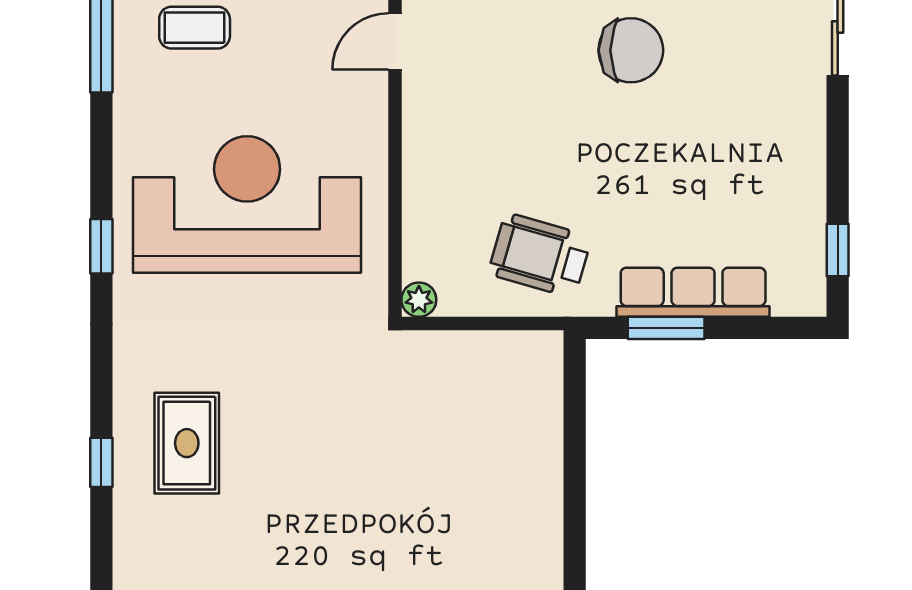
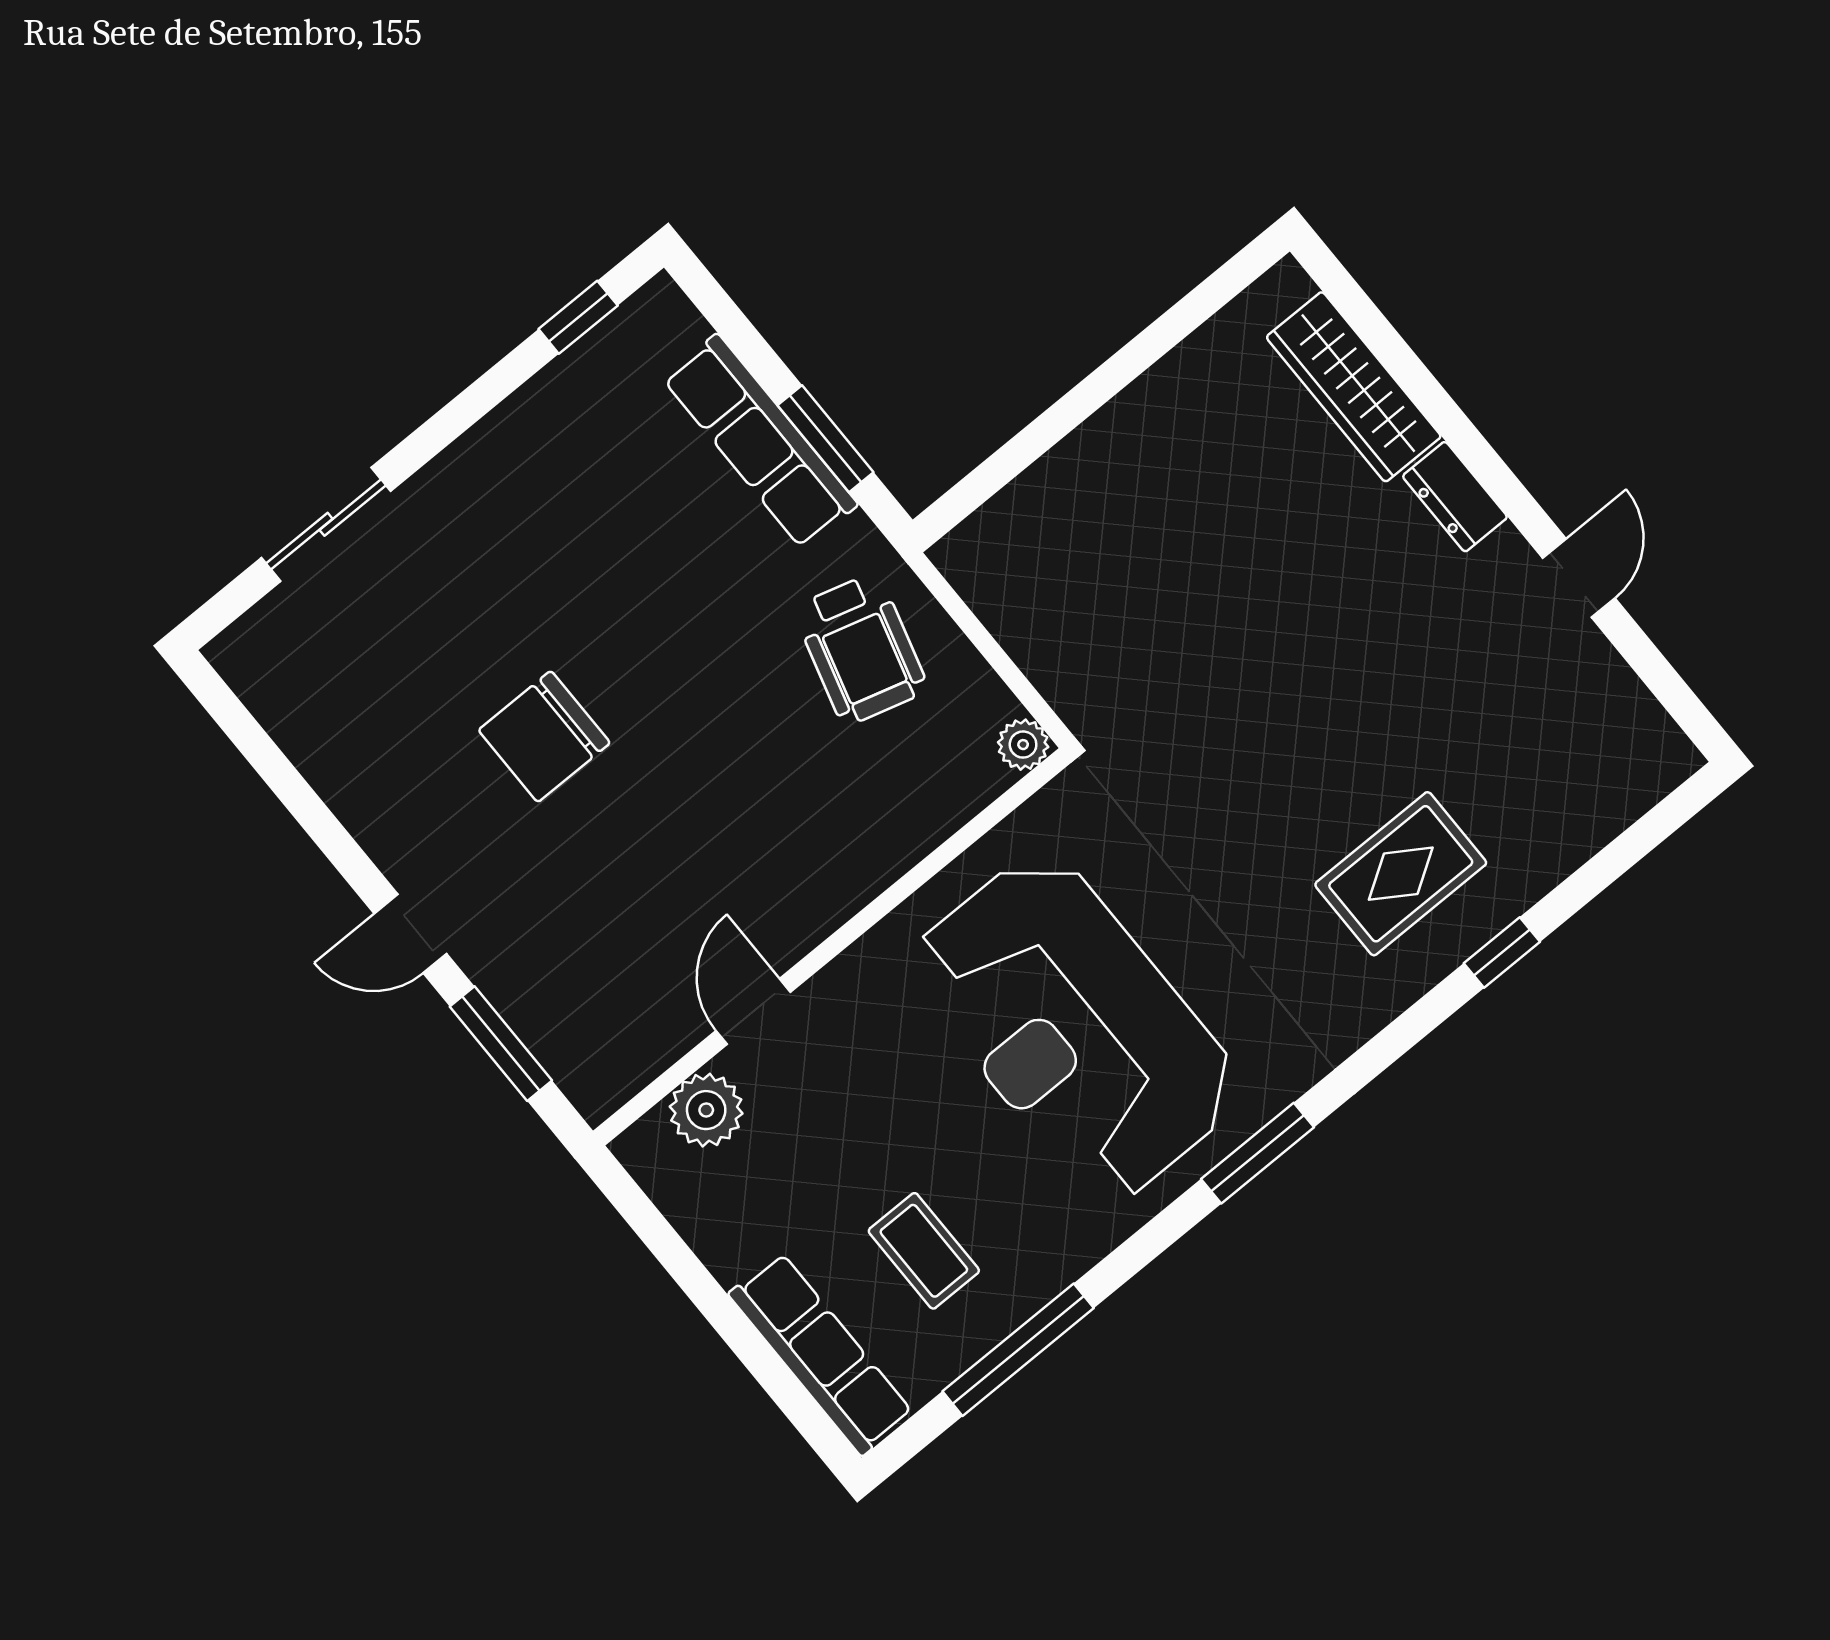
door: (395, 41) -> (753, 1011), swing flipped
chair: (631, 50) -> (544, 736), turned -90
window: (101, 246) -> (1258, 1153), width x1.50

